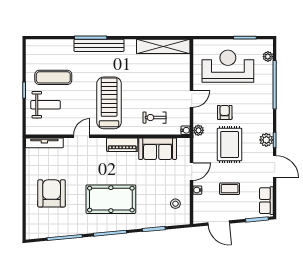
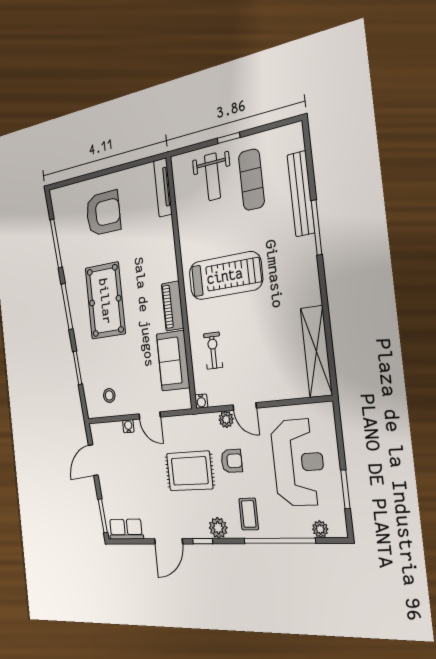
bench: (99, 45) -> (301, 194), moved
plant: (198, 130) -> (226, 419), moved
door: (82, 136) -> (177, 242), removed
plant: (266, 140) -> (218, 528), moved
coffee table: (230, 189) -> (249, 514), moved

